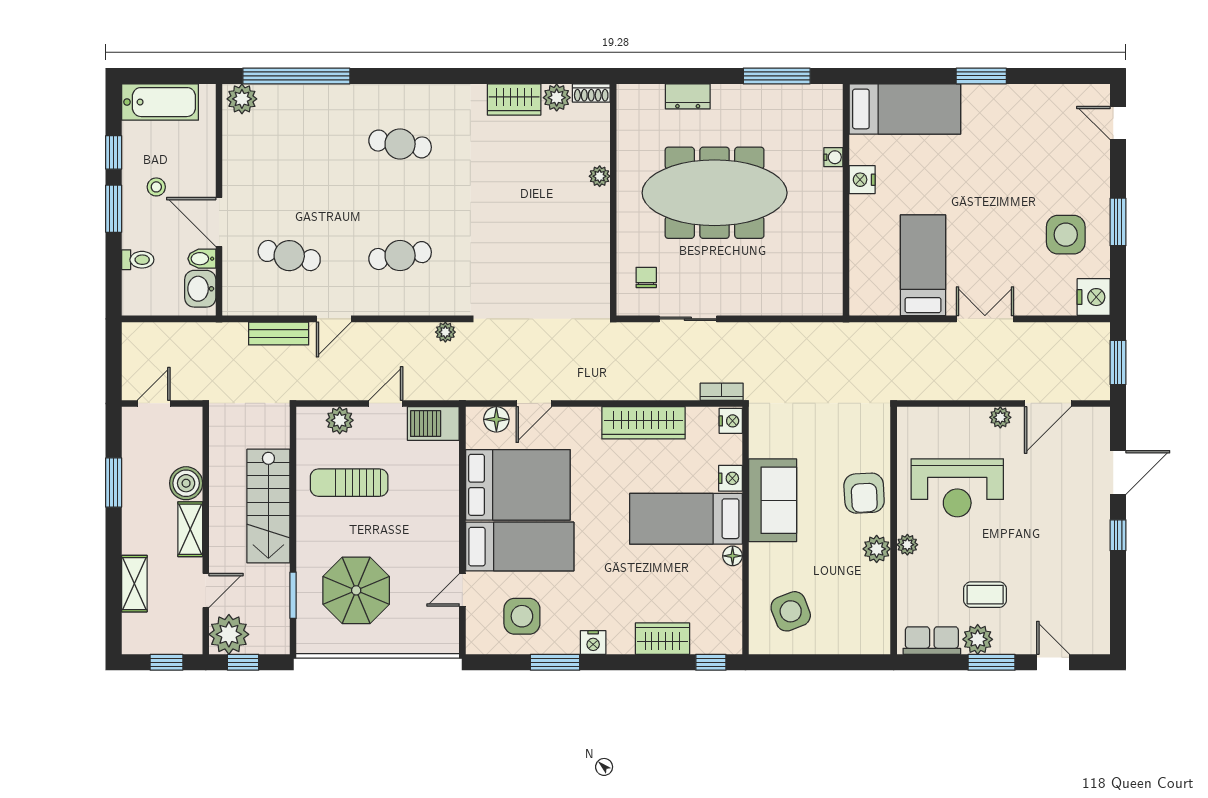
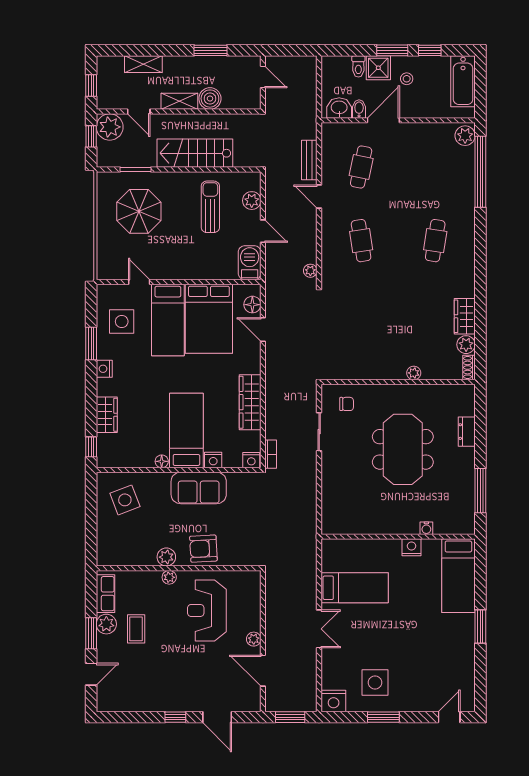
meeting table: (715, 193) -> (403, 449), width x0.73
shower: (140, 230) -> (378, 68), added

